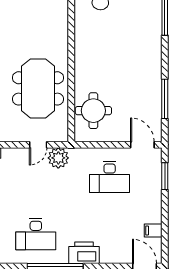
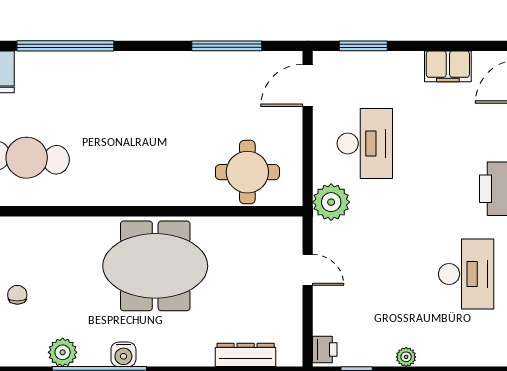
meeting table: (38, 88) -> (155, 266), moved
plant: (58, 158) -> (331, 202), moved
filing cabinet: (153, 231) -> (448, 66), width x2.00

